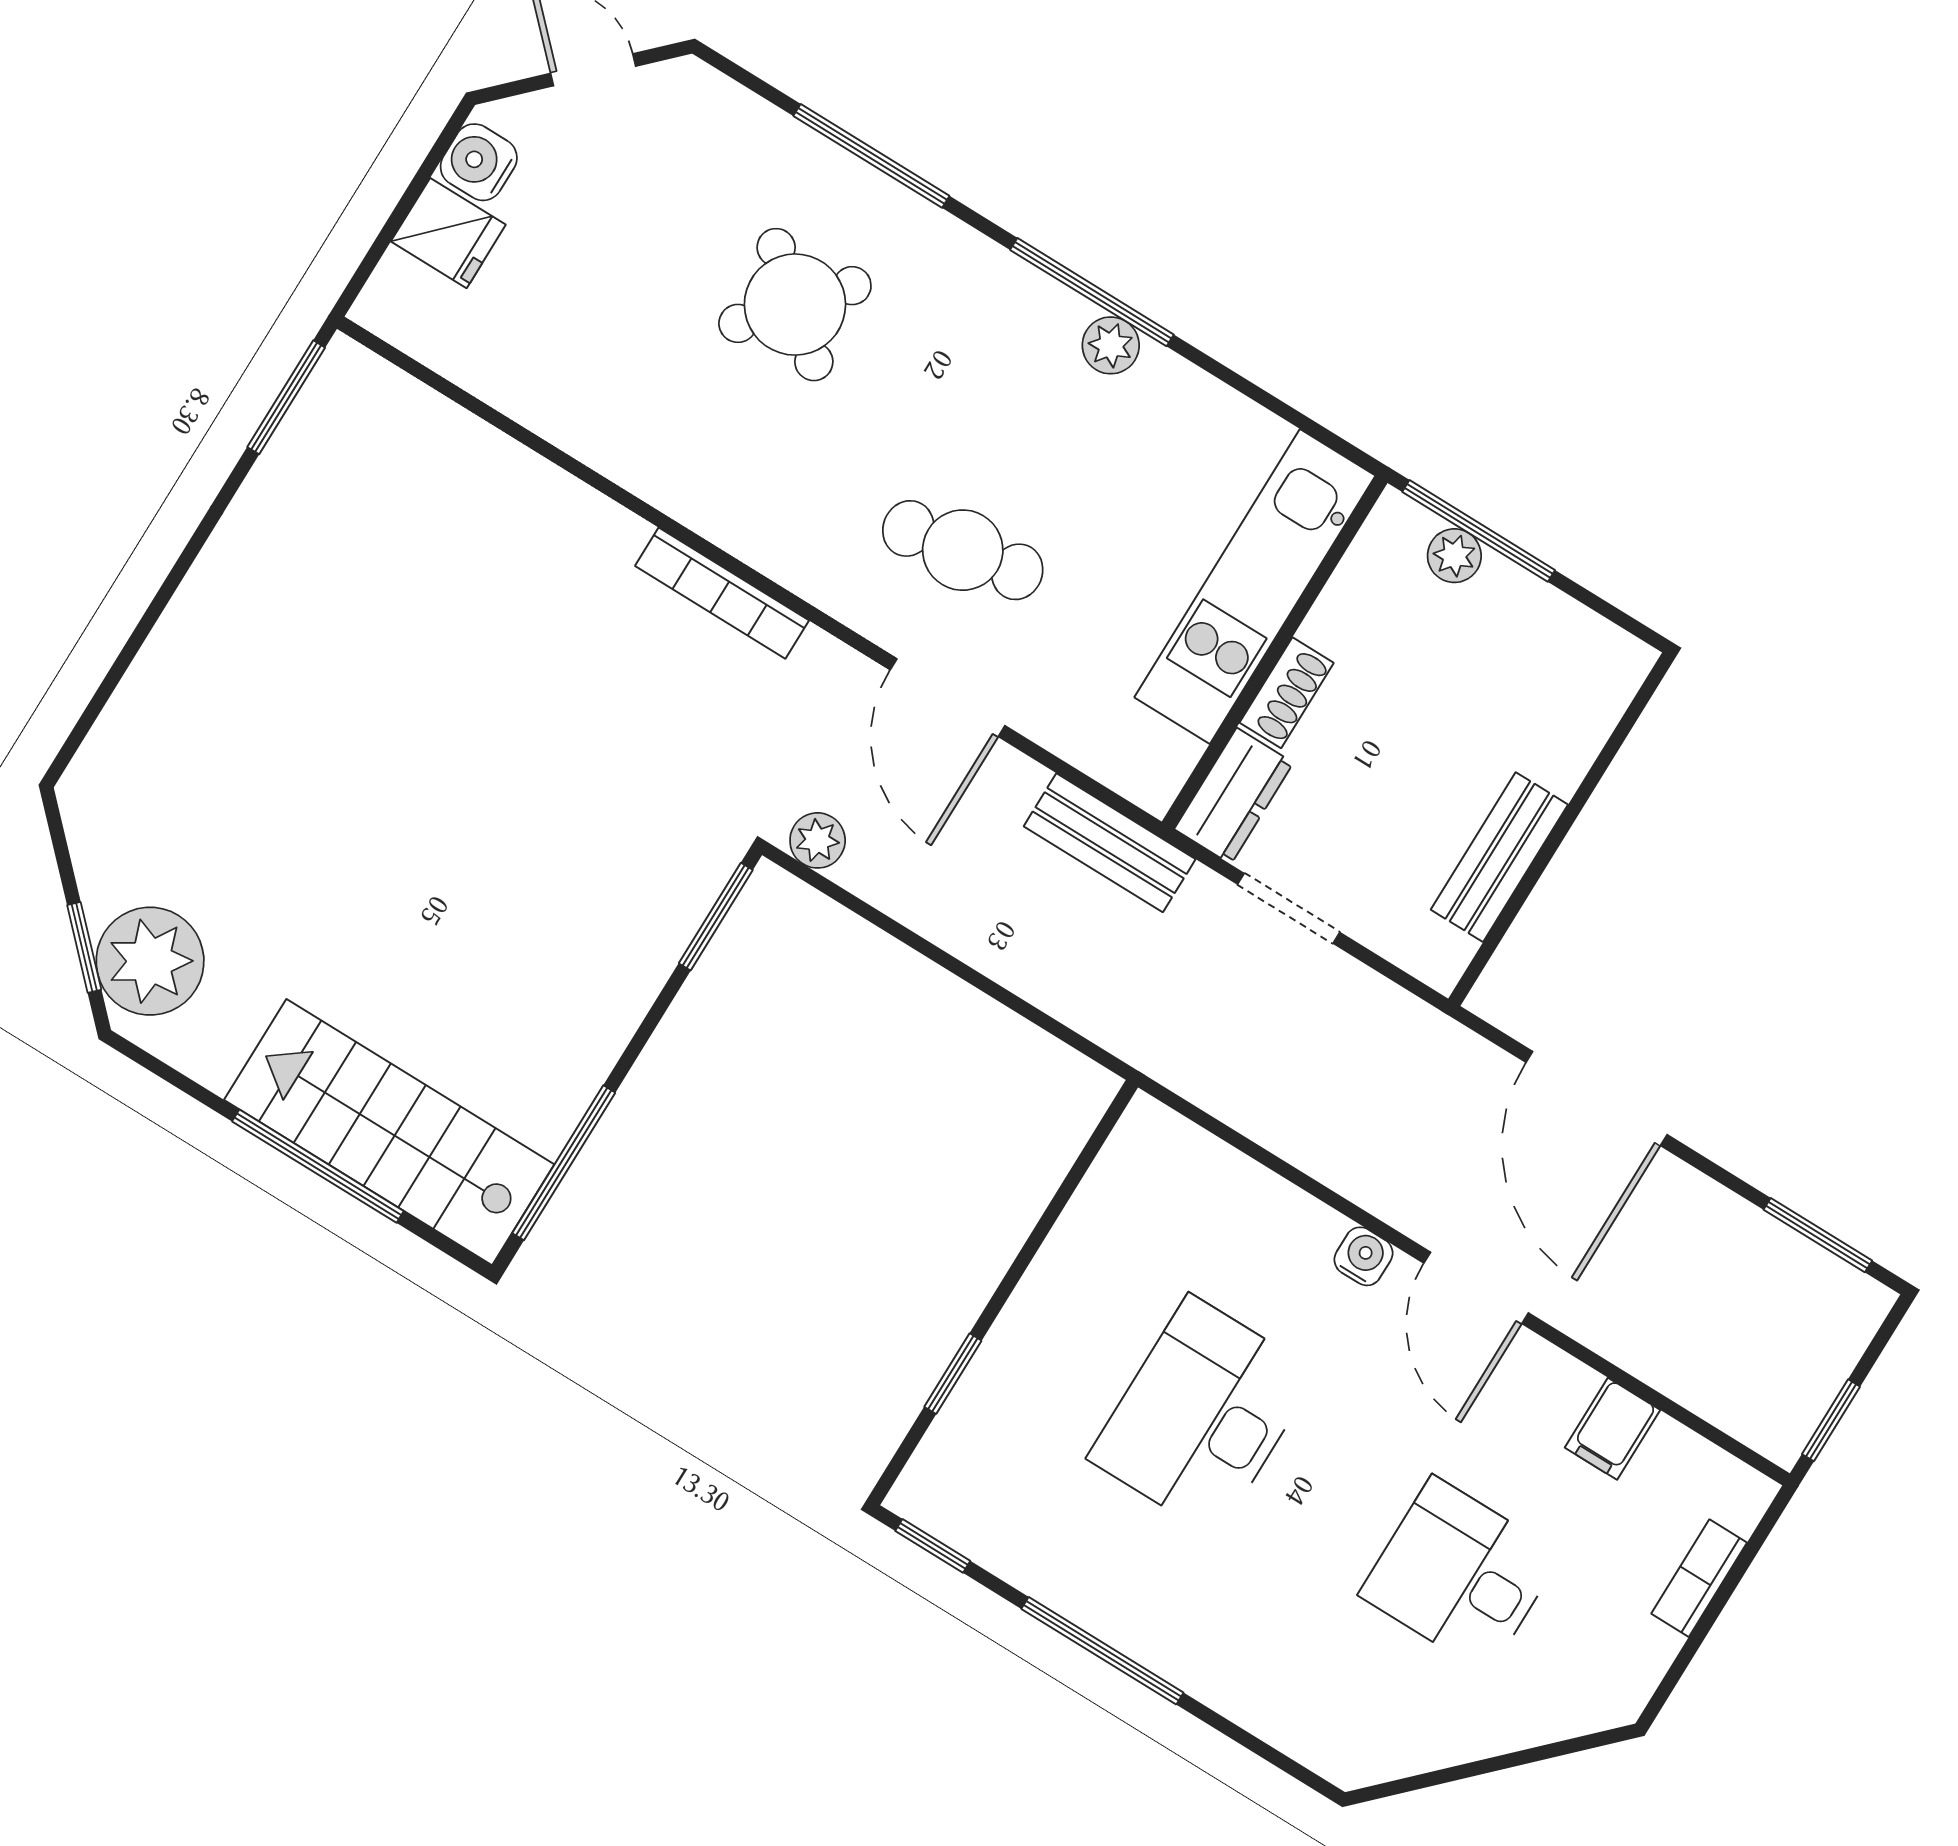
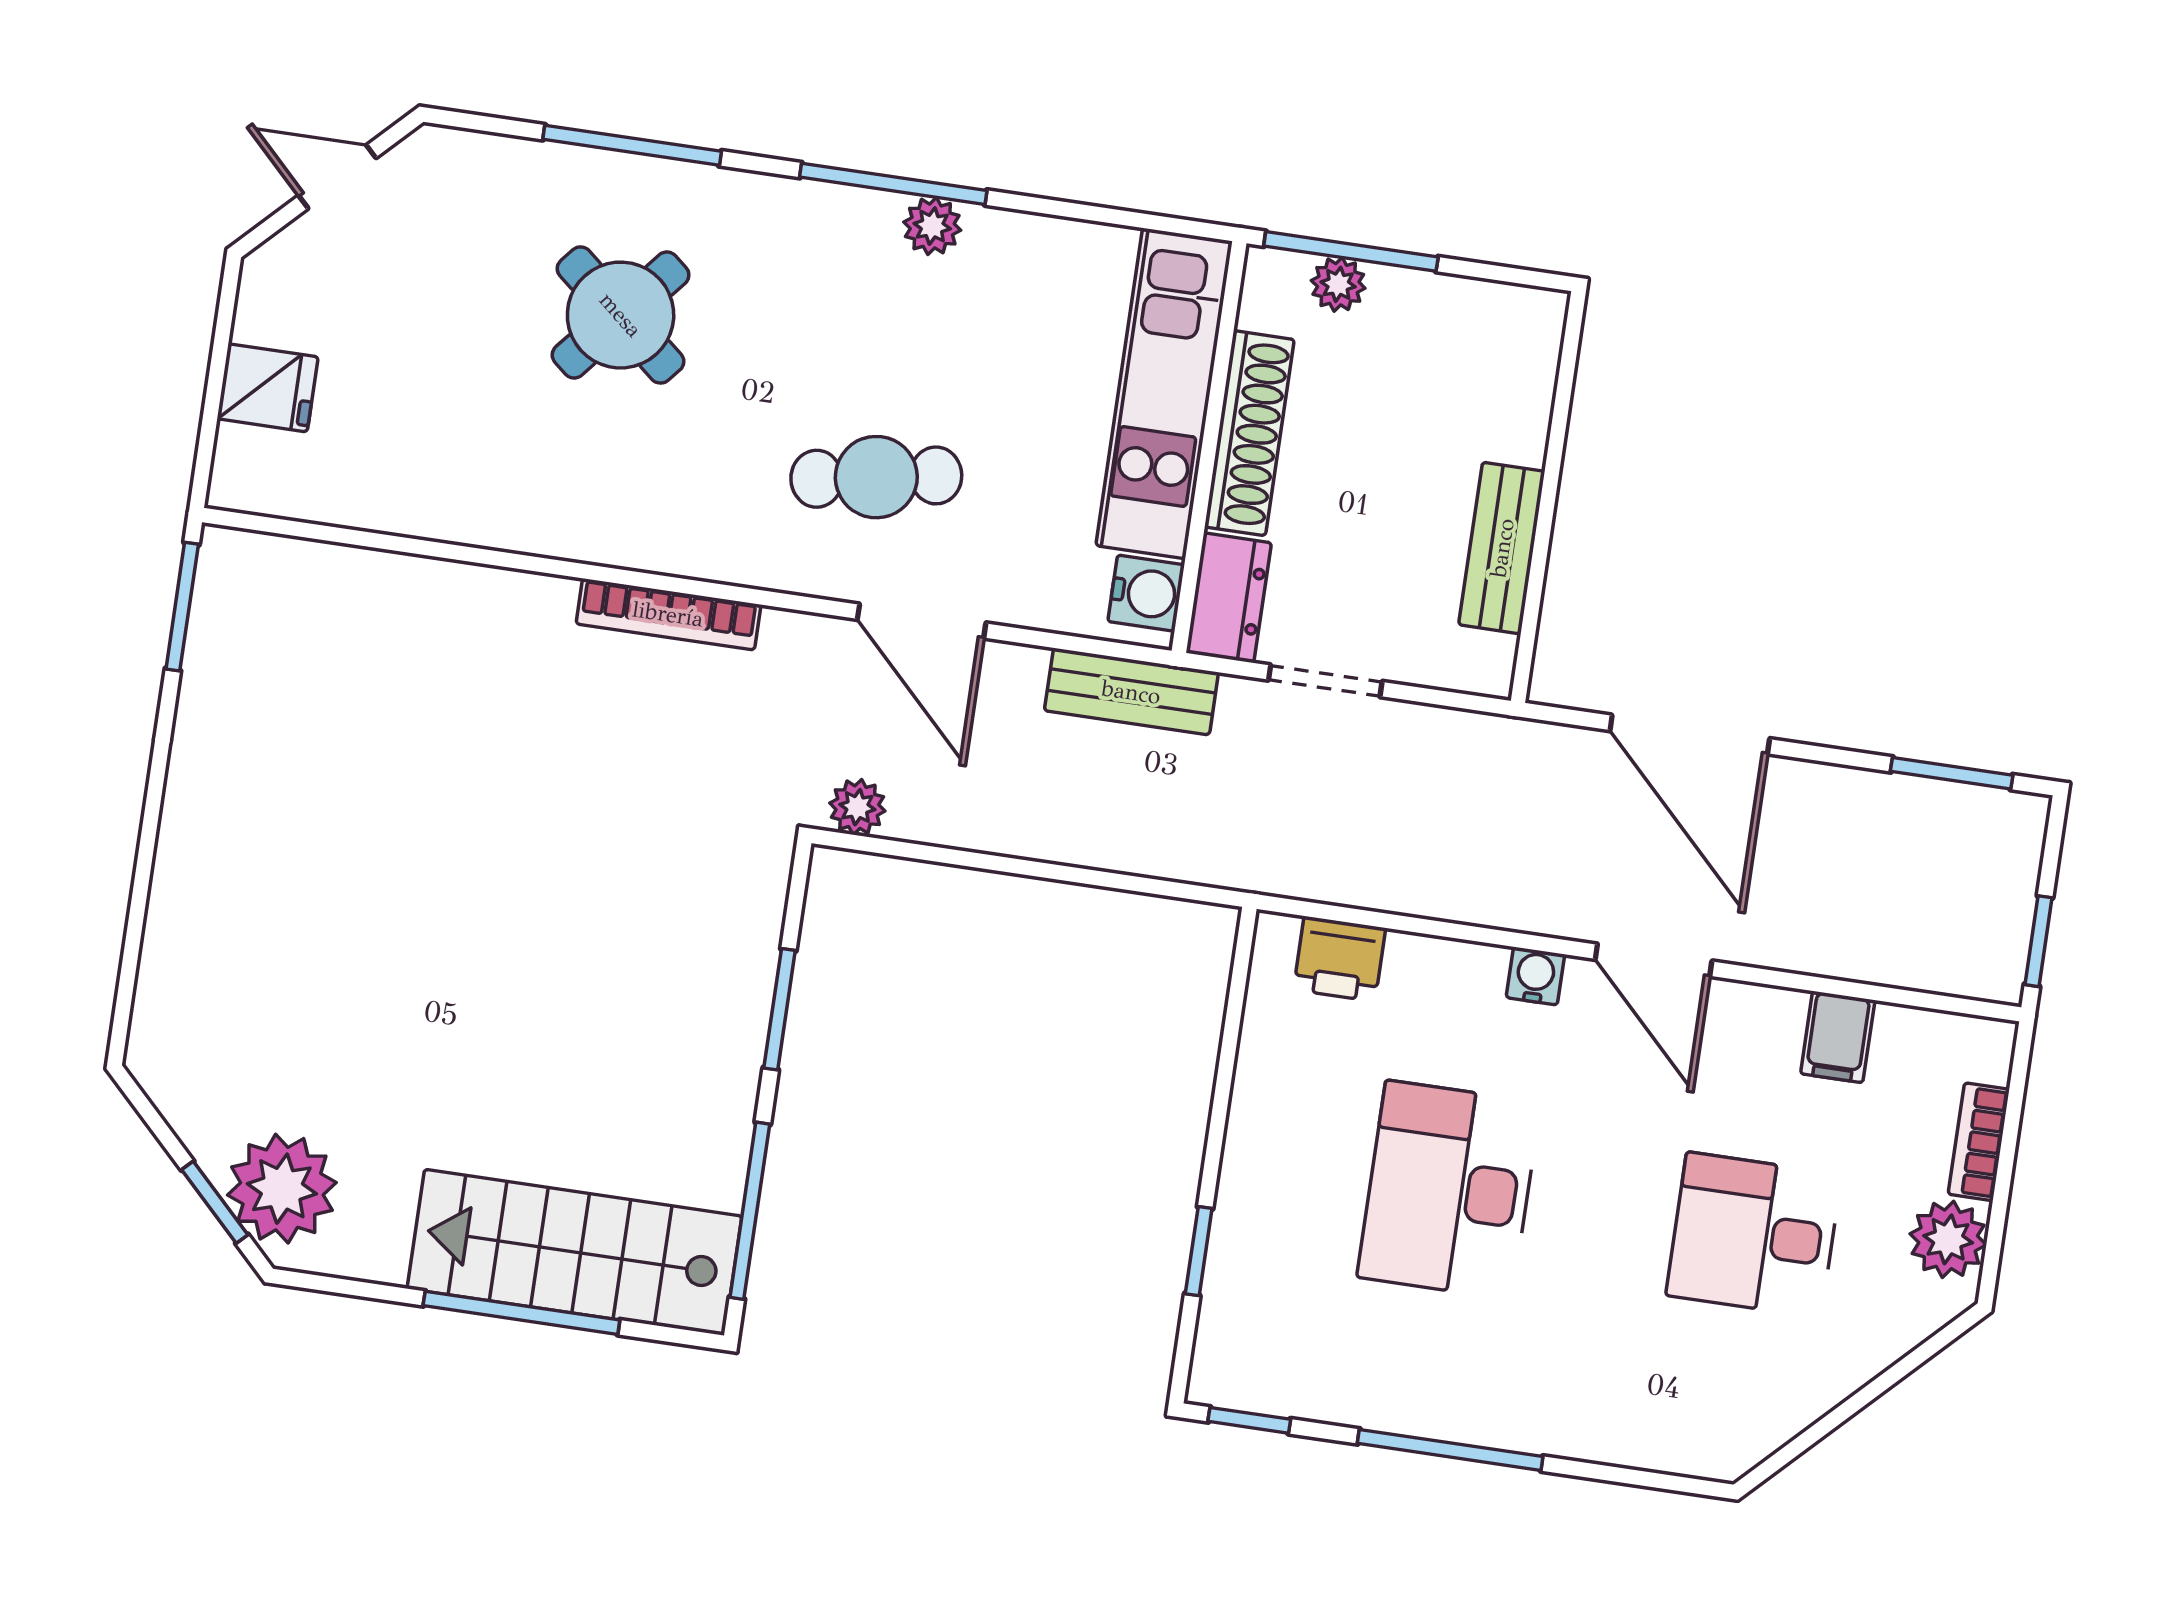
water cooler: (479, 162) -> (1146, 593), moved, turned 180
shoe rack: (1287, 693) -> (1249, 433), width x1.94, depth x1.24
window: (716, 917) -> (780, 1009), moved
printer: (1193, 1165) -> (1340, 959), added
plant: (1634, 1654) -> (1948, 1239), added

